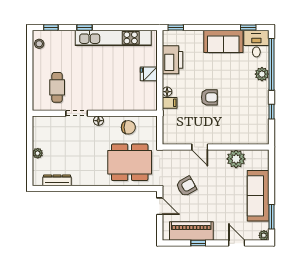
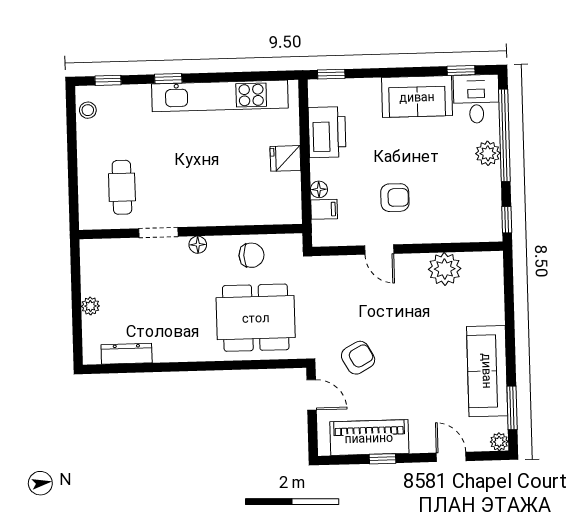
door: (200, 147) -> (379, 250), moved
wall: (216, 147) -> (408, 249), moved
plant: (236, 159) -> (445, 269), moved

